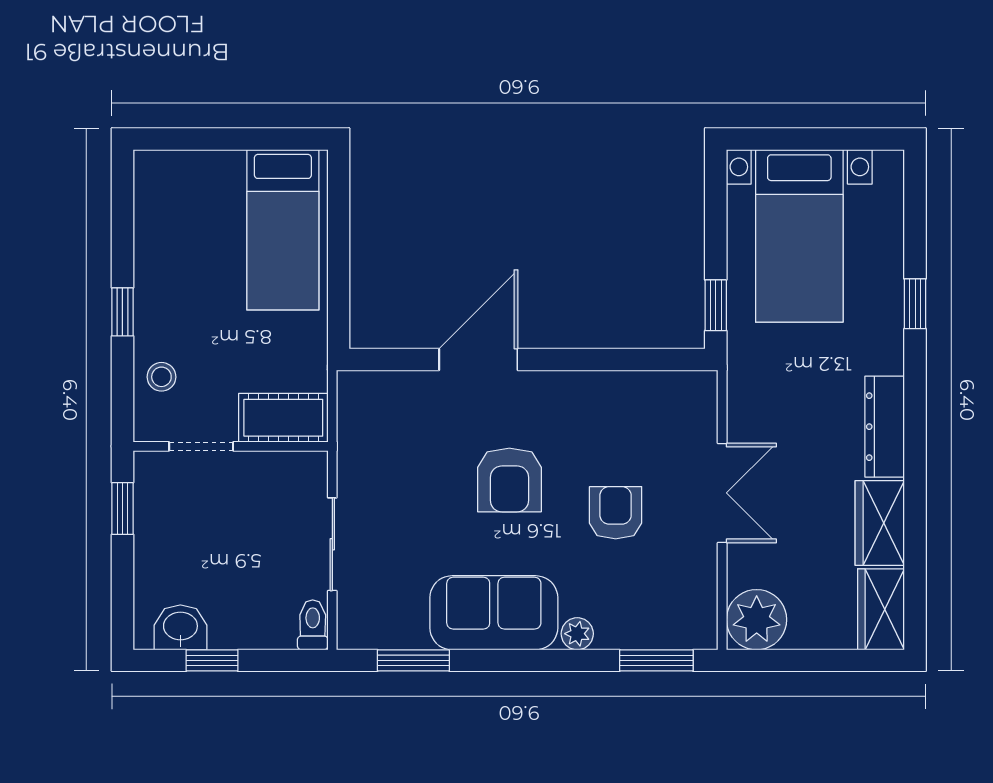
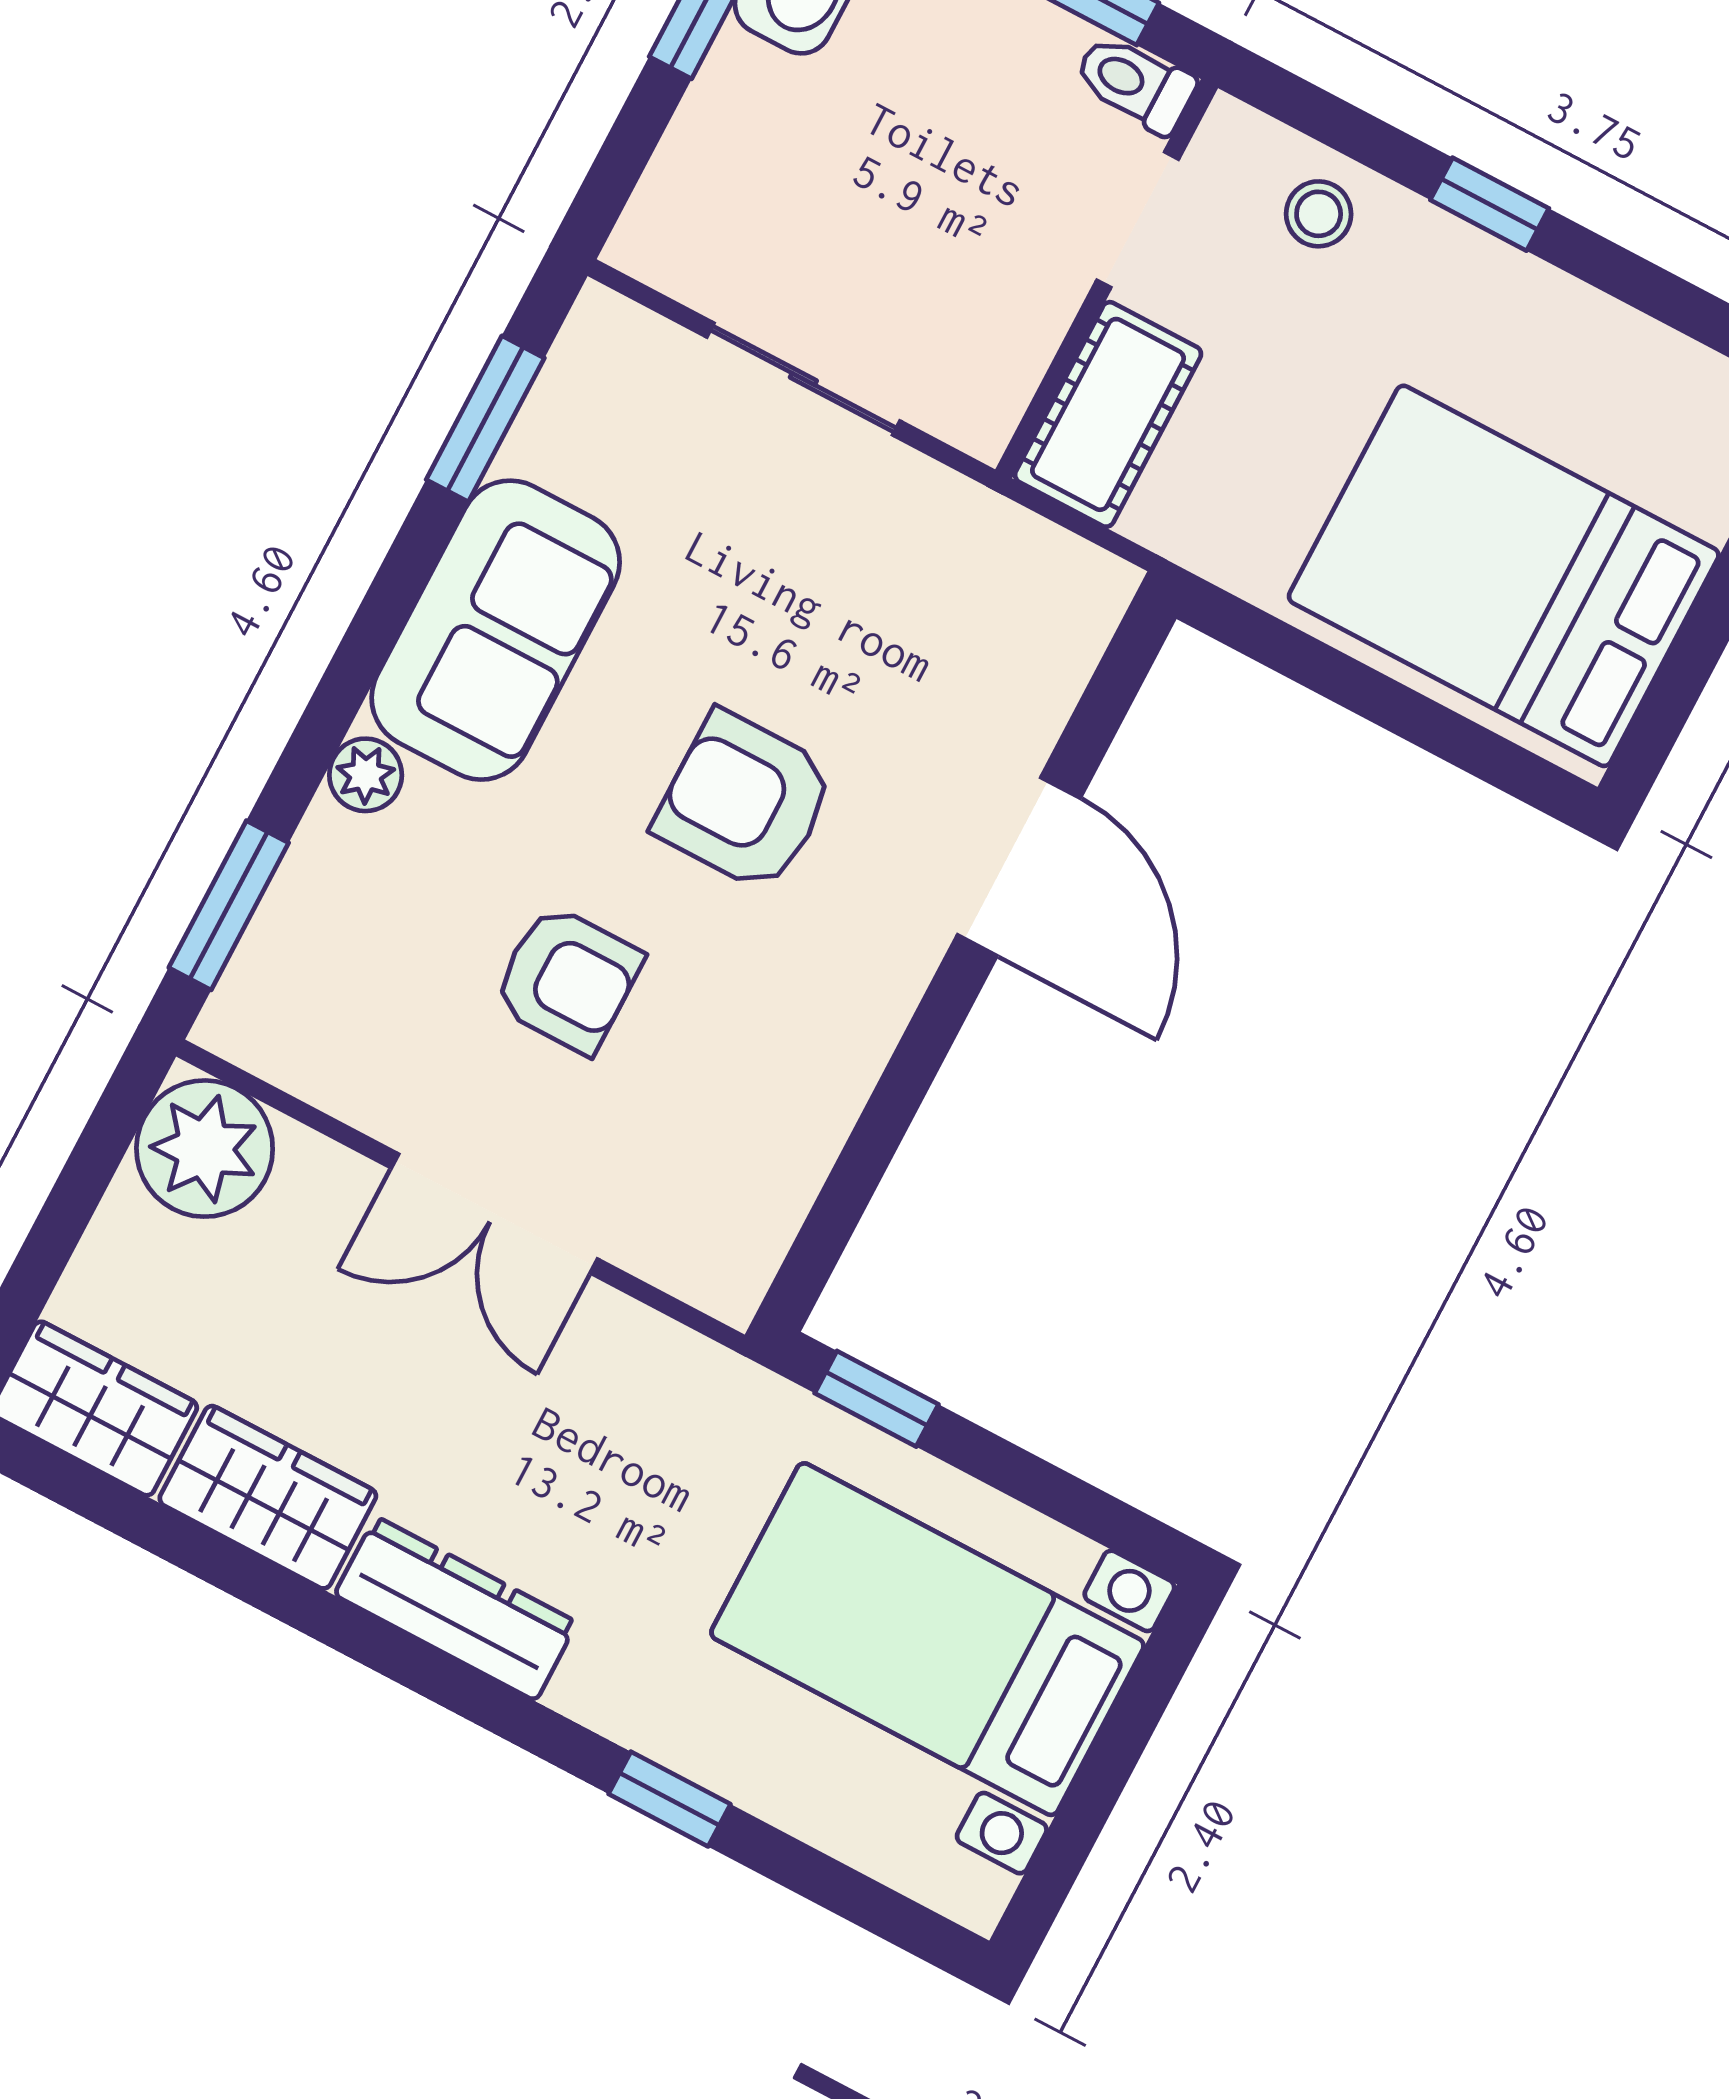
bed: (283, 230) -> (1504, 576), width x1.50
toilet: (313, 625) -> (1135, 83), moved, turned 180

